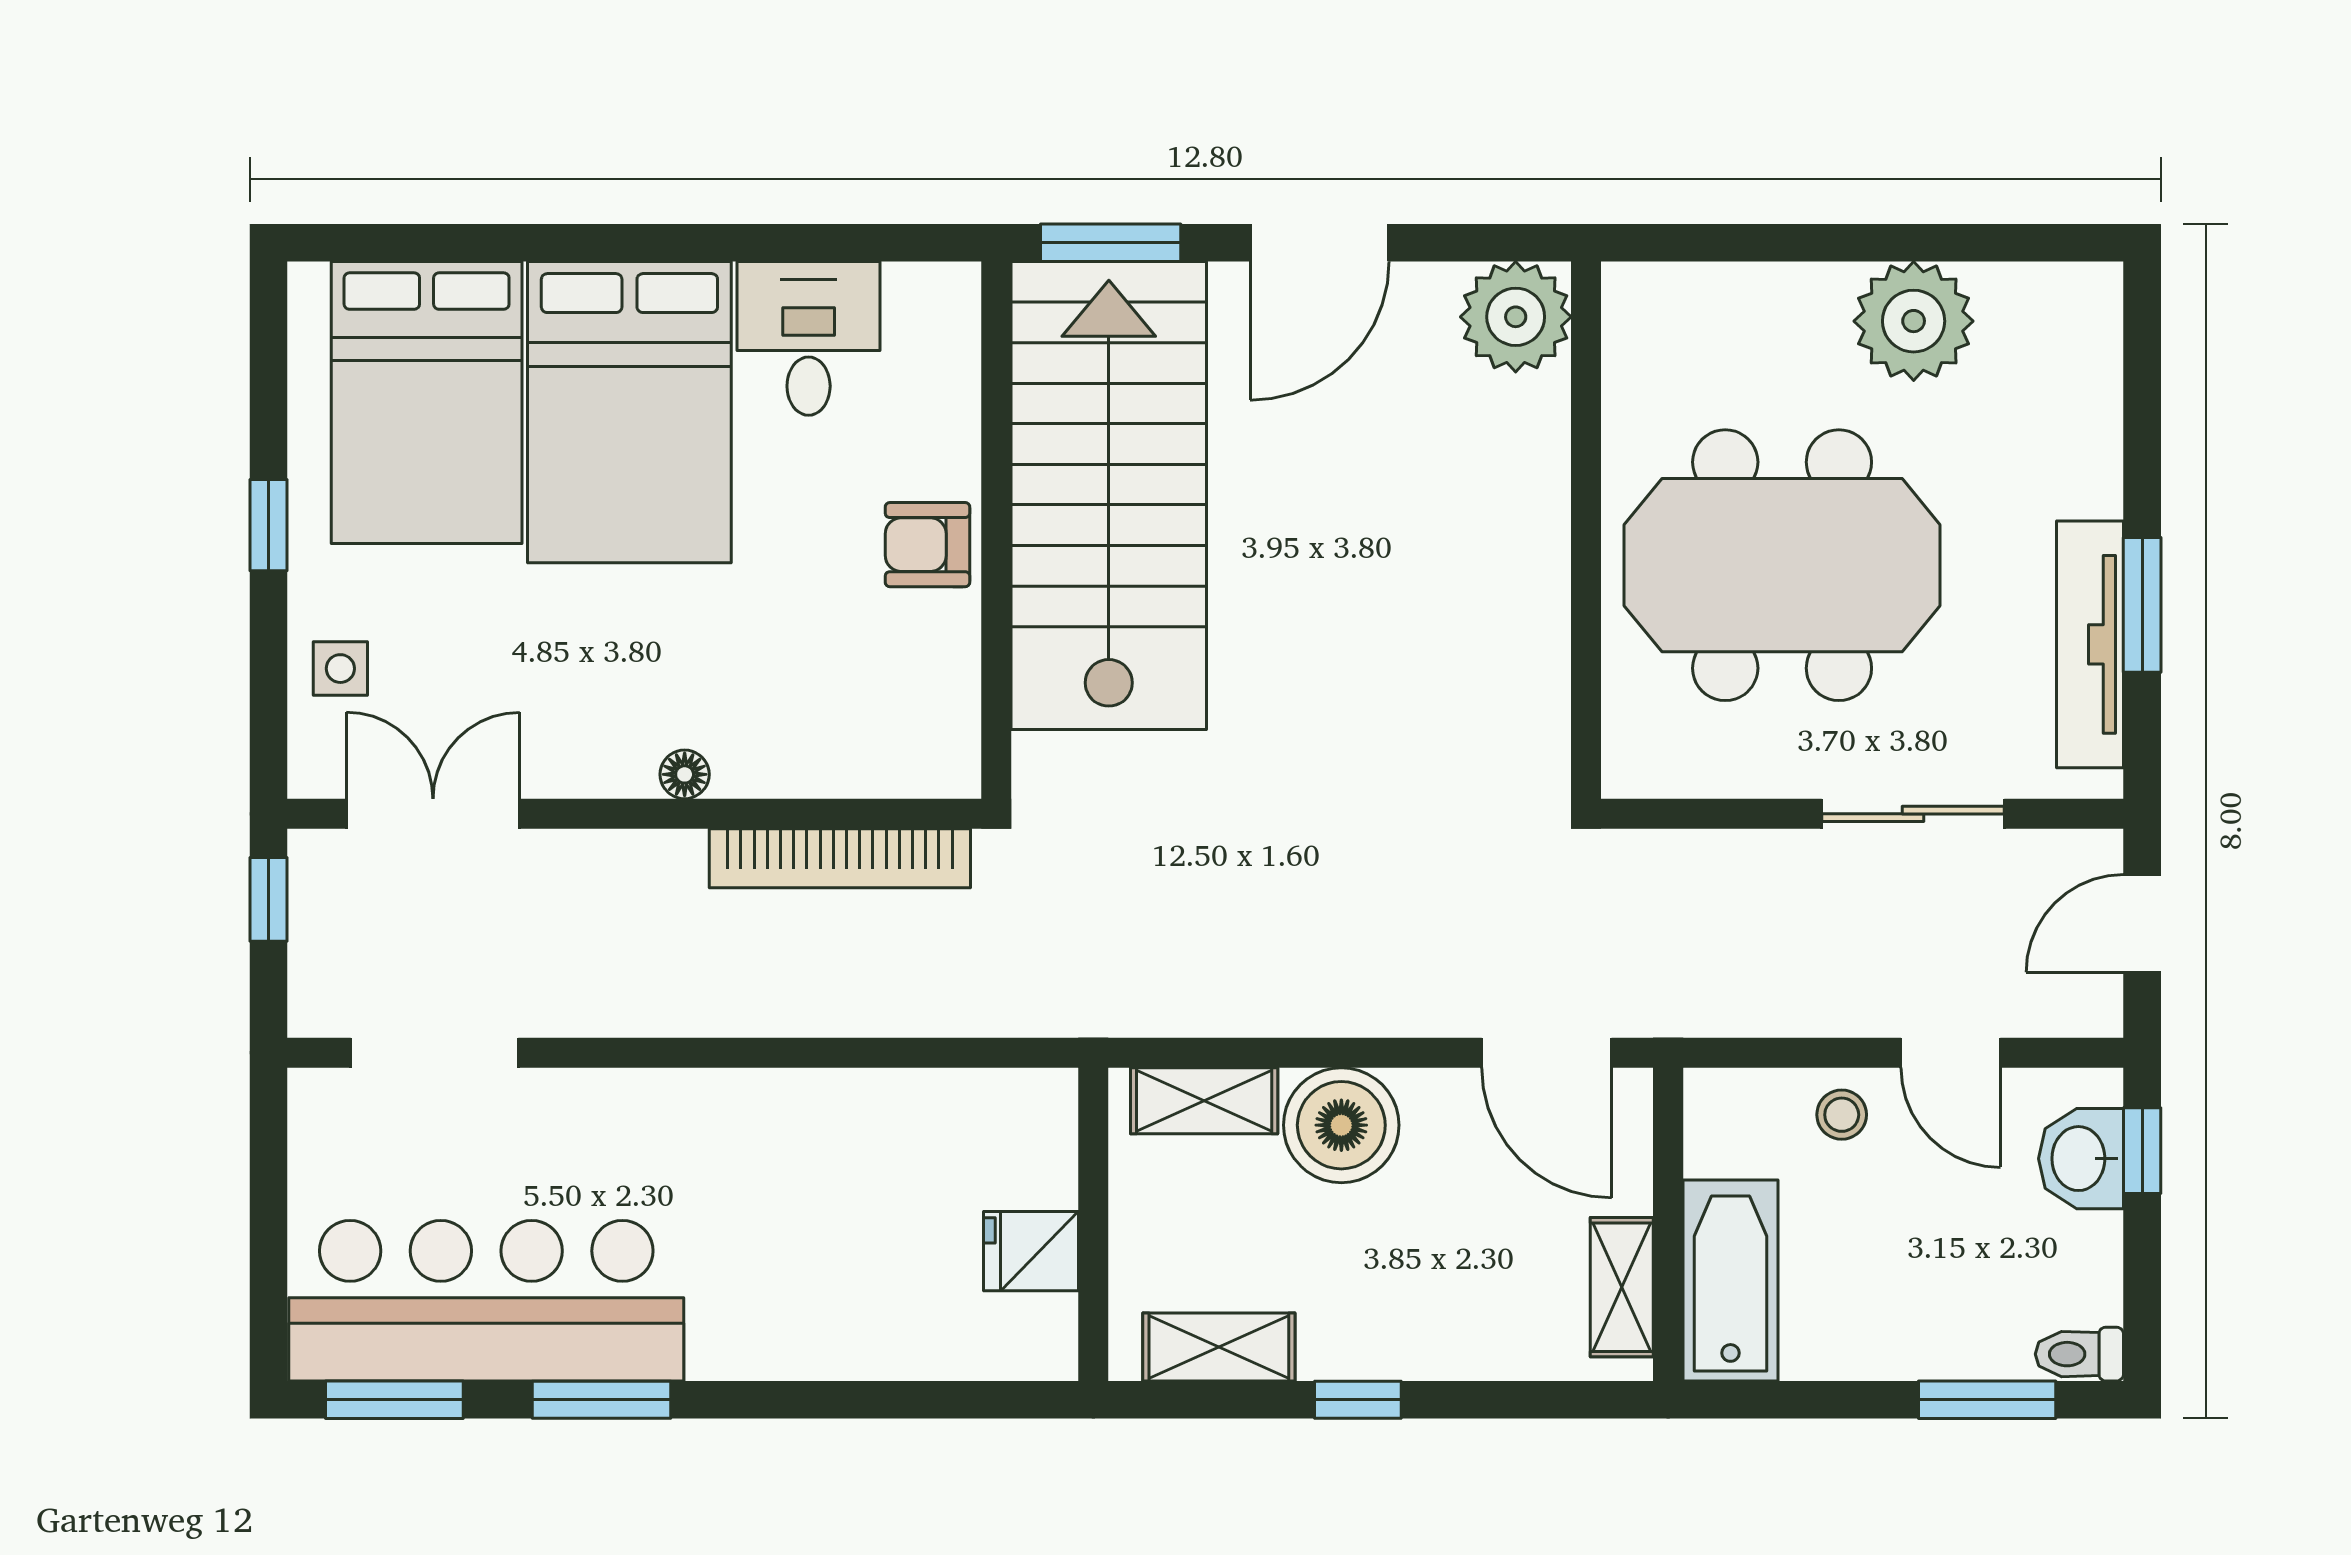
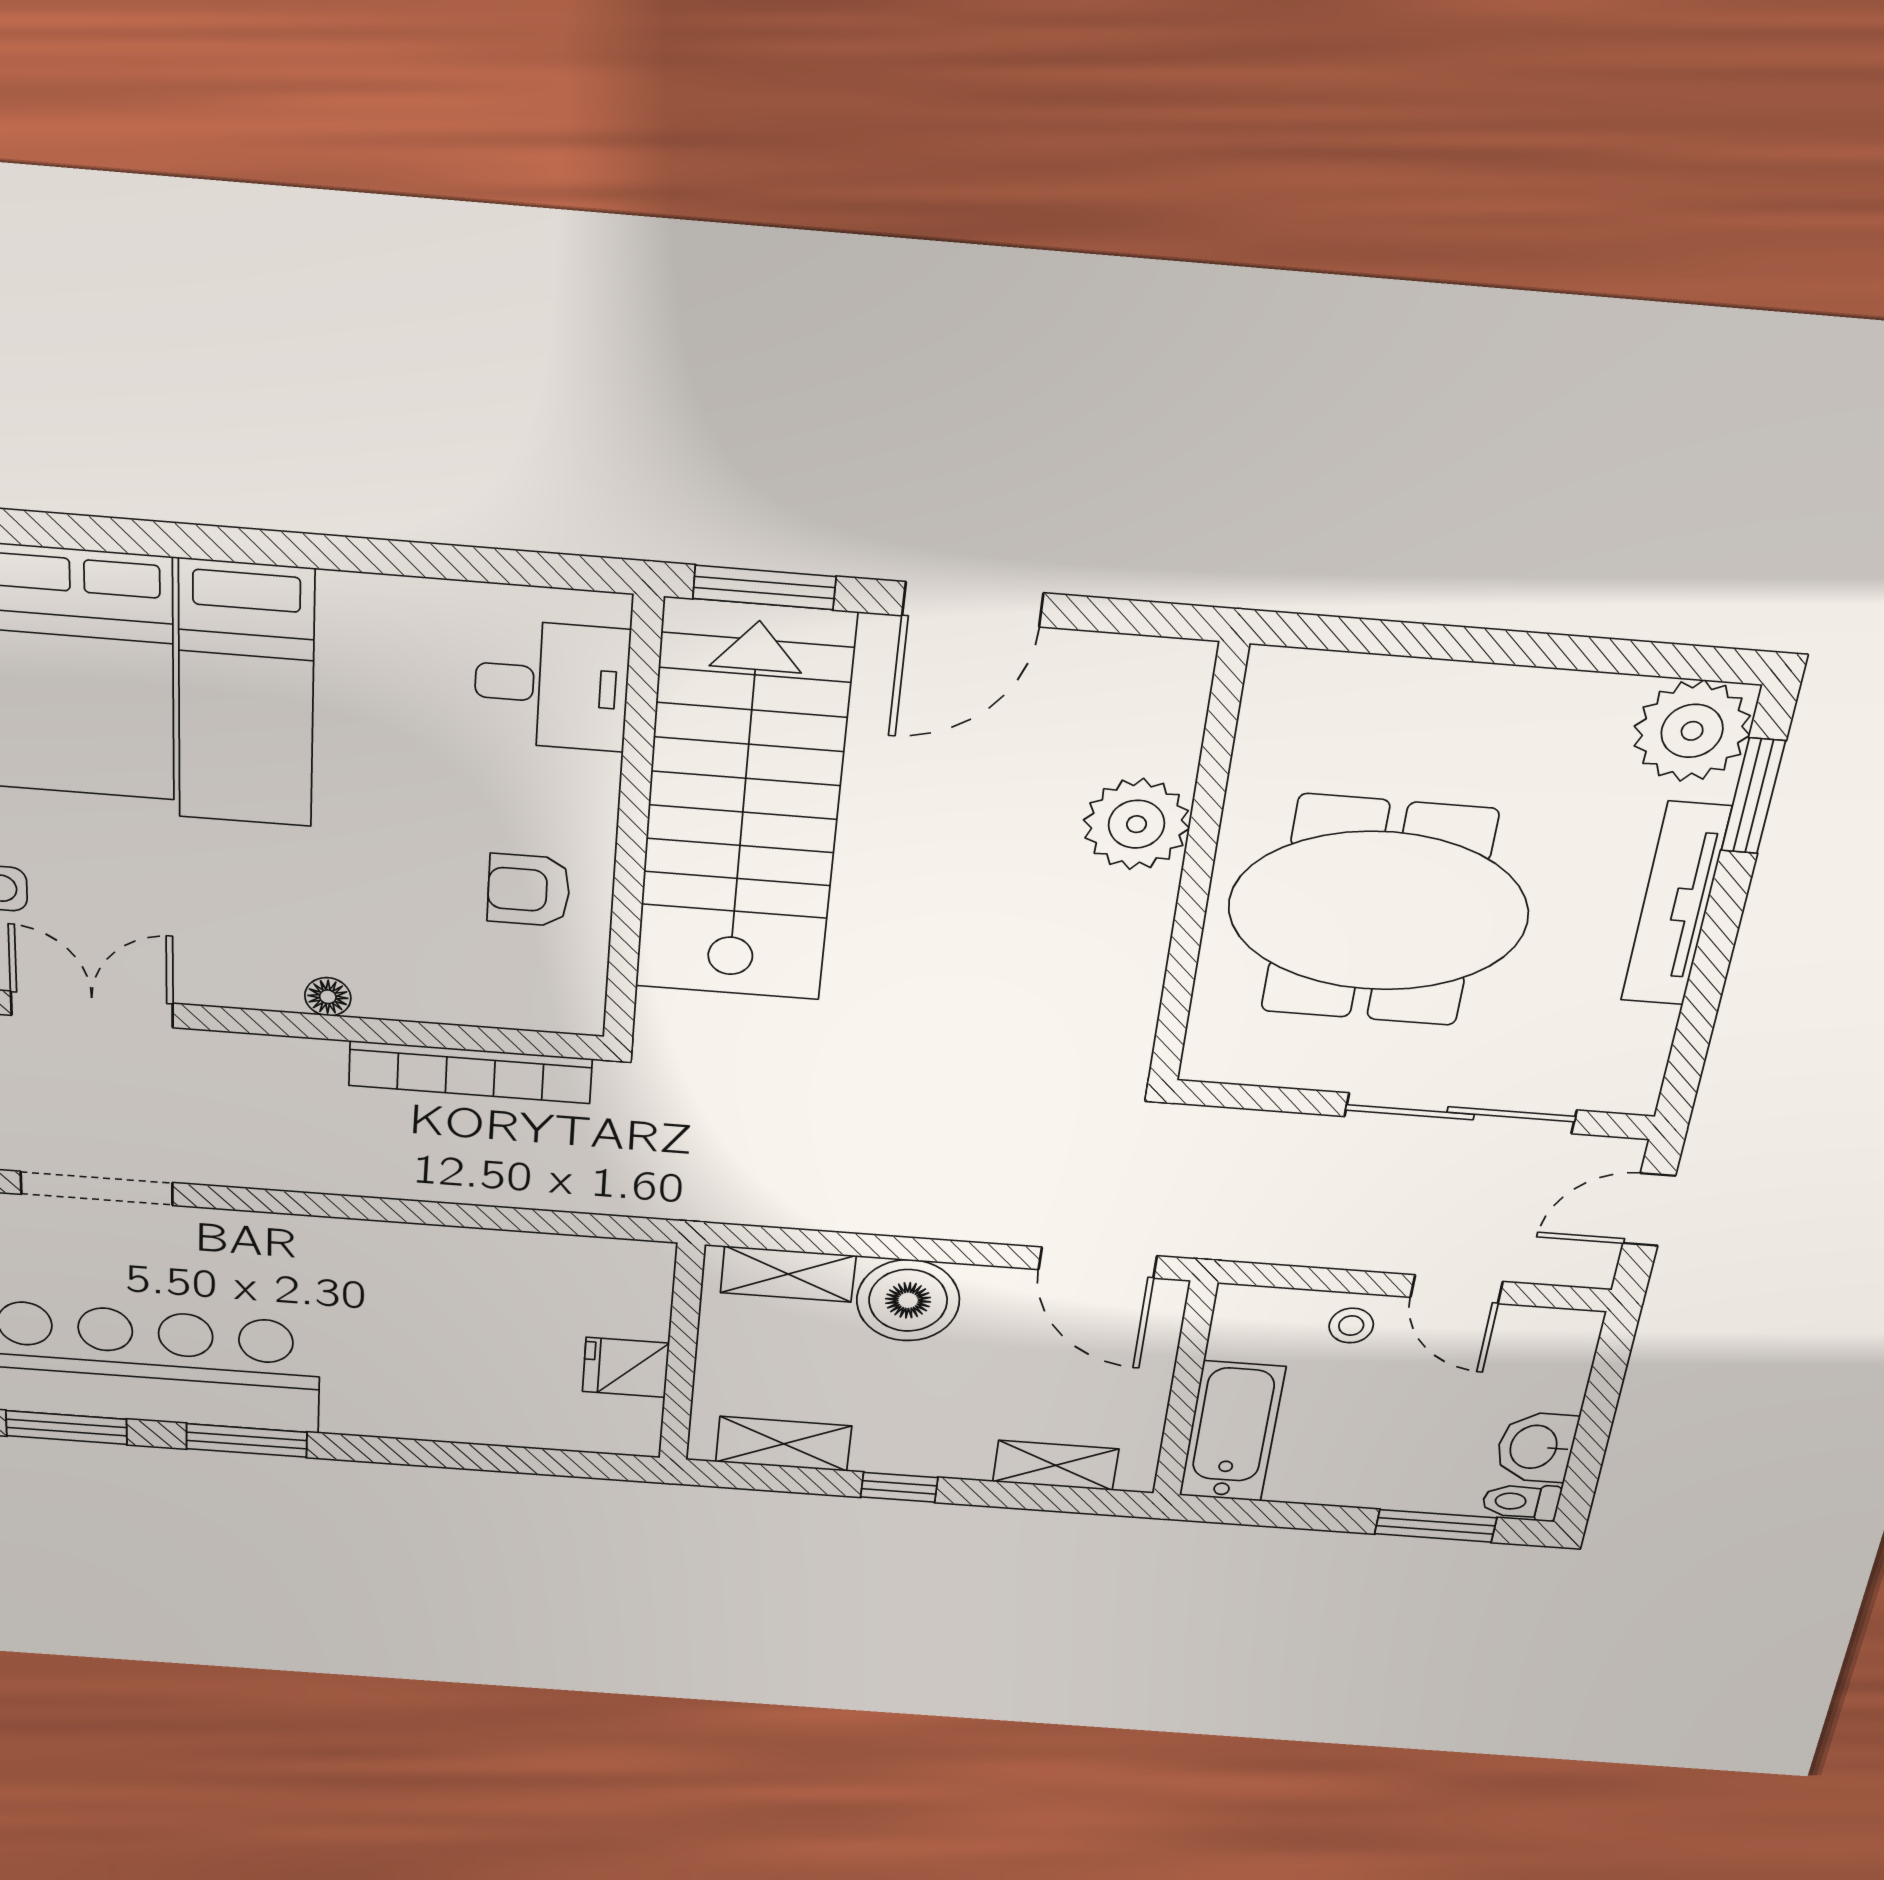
plant: (1516, 317) -> (1137, 824), moved
plant: (1914, 321) -> (1692, 731), moved
desk: (809, 338) -> (551, 685), moved, turned 90
bed: (629, 412) -> (246, 695), width x0.67
armchair: (928, 545) -> (529, 890), moved
window: (2142, 605) -> (1753, 796), moved
tv unit: (2090, 644) -> (1676, 904), moved
sliding door: (1913, 814) -> (1461, 1113), width x1.37
window: (2142, 1151) -> (1609, 1370), removed
washbasin: (2081, 1159) -> (1536, 1447), moved
shelving: (1622, 1287) -> (1056, 1465), moved, turned 90

